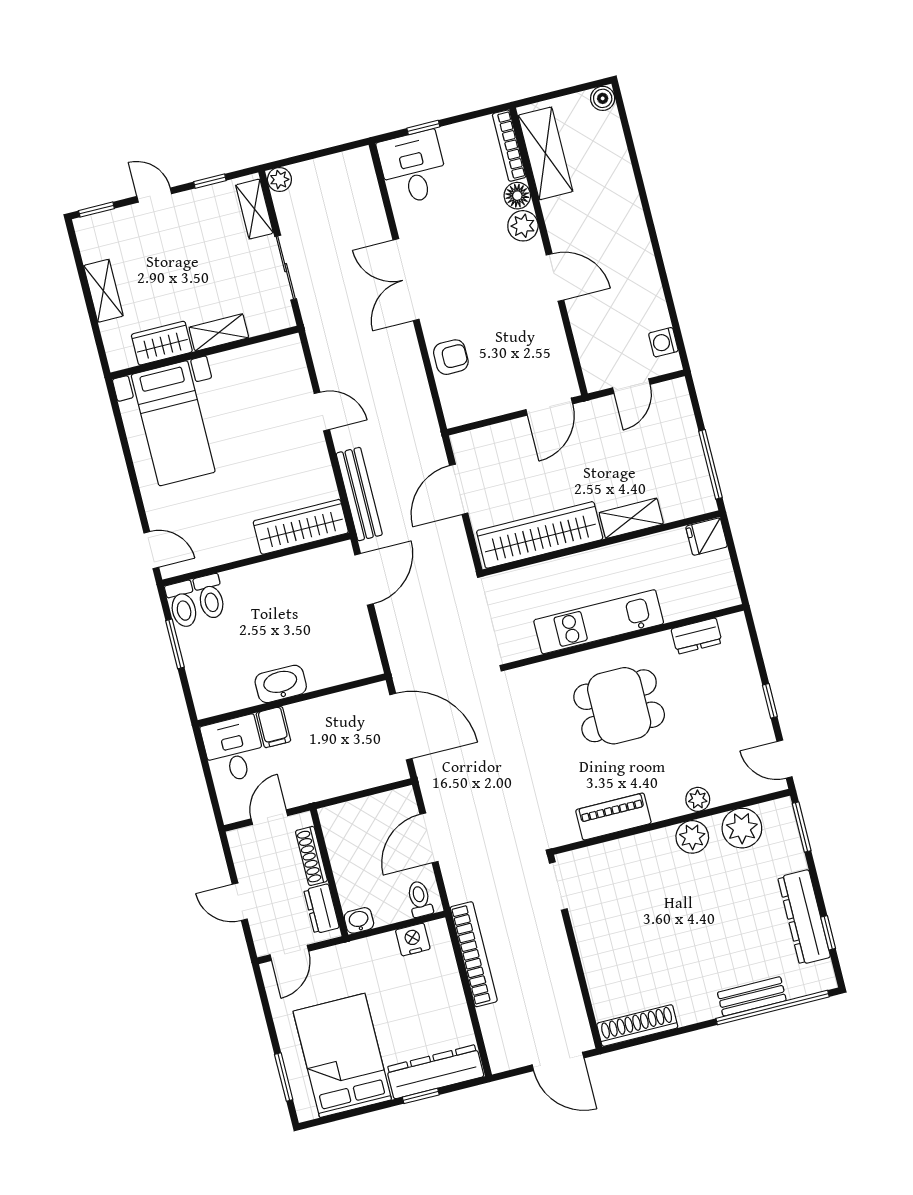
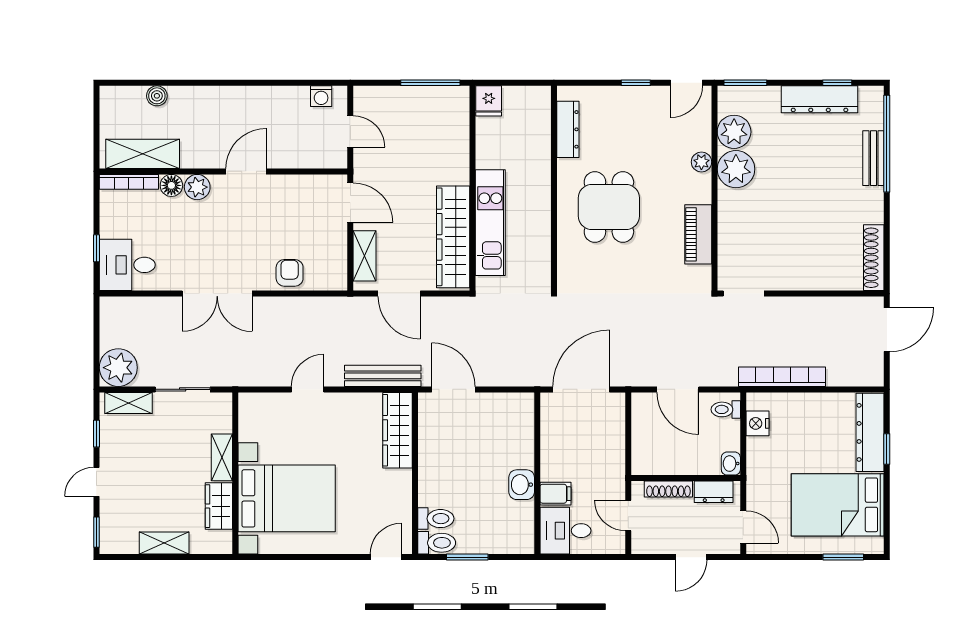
boiler: (603, 98) -> (157, 96), moved
plant: (279, 180) -> (118, 368), width x1.87, depth x1.87
bed with nightstands: (173, 423) -> (287, 498), width x1.36
shelving: (631, 518) -> (365, 256), moved
kitchen unit: (599, 622) -> (490, 223), moved, turned 180
dresser: (697, 636) -> (568, 129), width x1.44
washbasin: (281, 684) -> (522, 485), width x0.72
plant: (692, 837) -> (736, 169), width x1.36, depth x1.36

